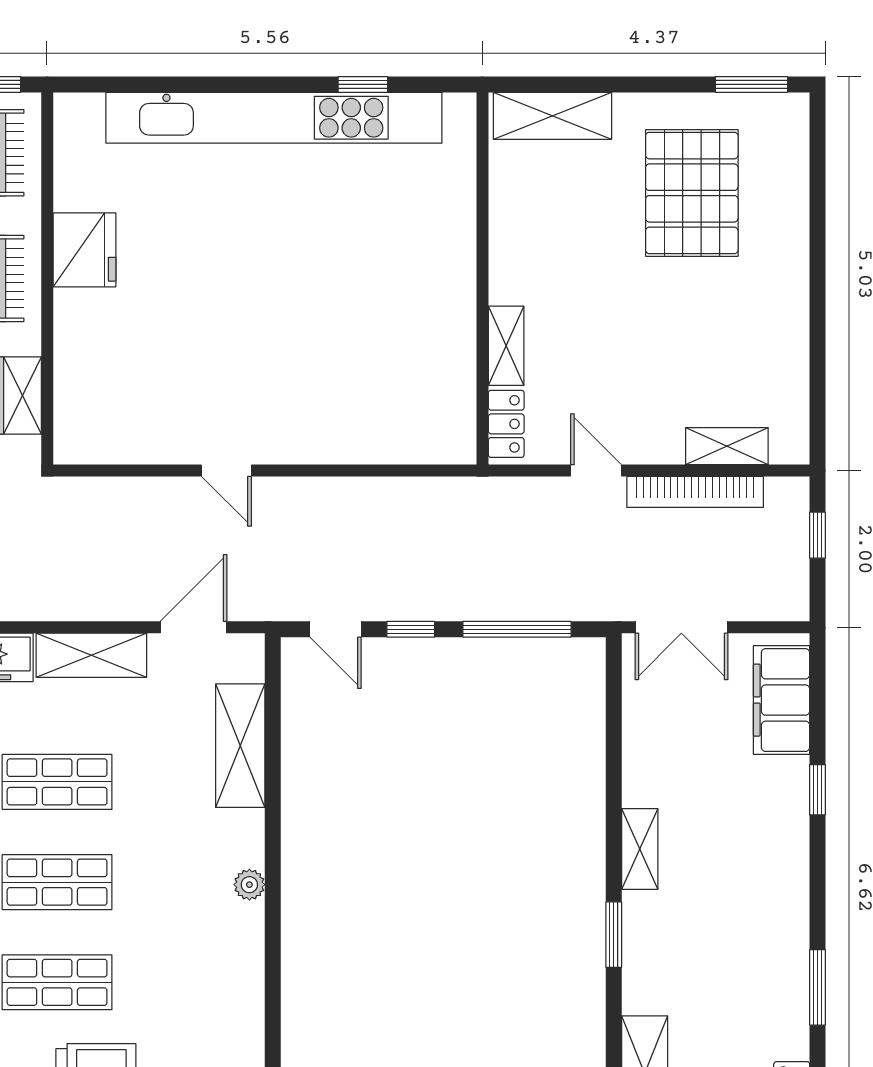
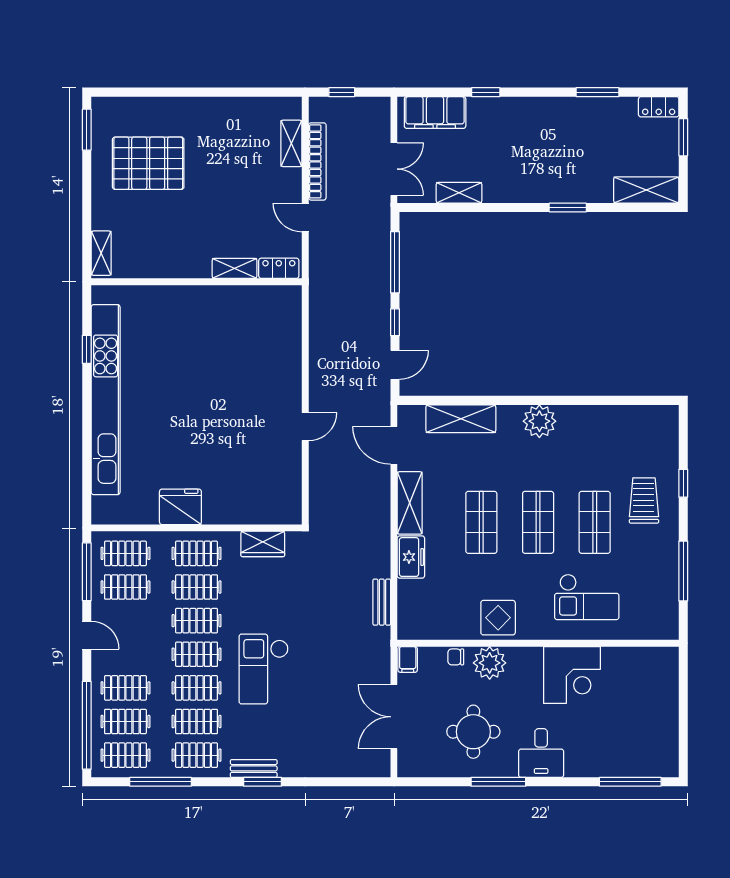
shelving: (552, 116) -> (101, 253), width x0.67, depth x0.75
door: (596, 471) -> (305, 217), hinge flipped
shelving: (640, 849) -> (459, 193), moved
plant: (249, 885) -> (539, 421), width x1.87, depth x1.87

